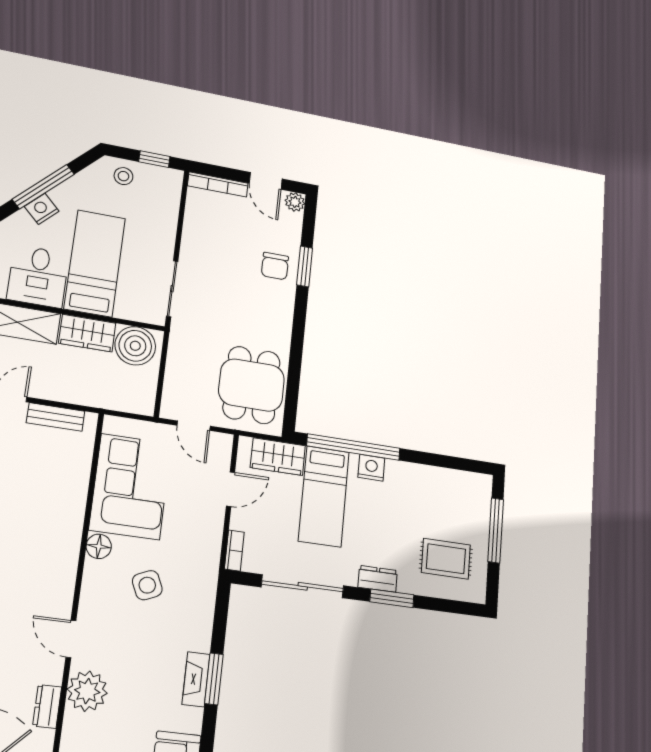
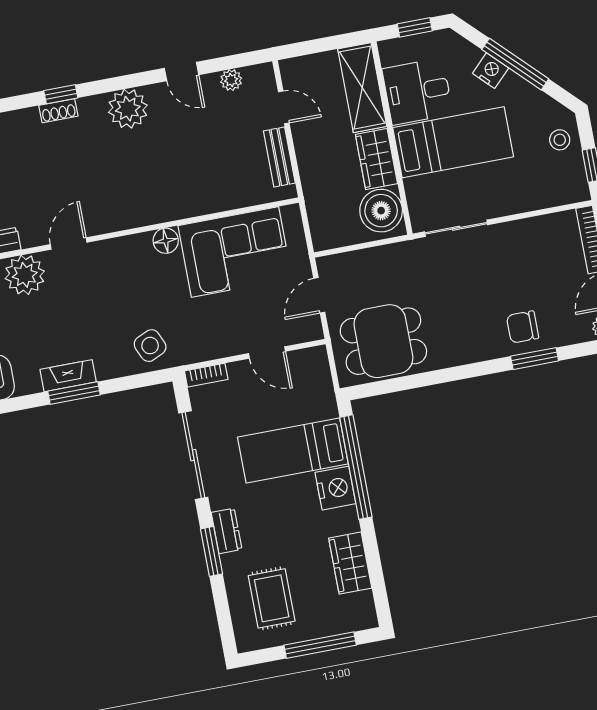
wardrobe: (278, 457) -> (350, 563), moved
nightstand: (371, 468) -> (335, 488), width x1.36, depth x1.33
side table: (147, 585) -> (150, 346), moved

